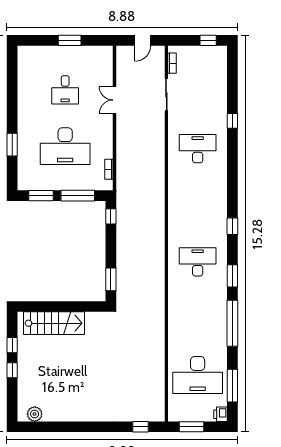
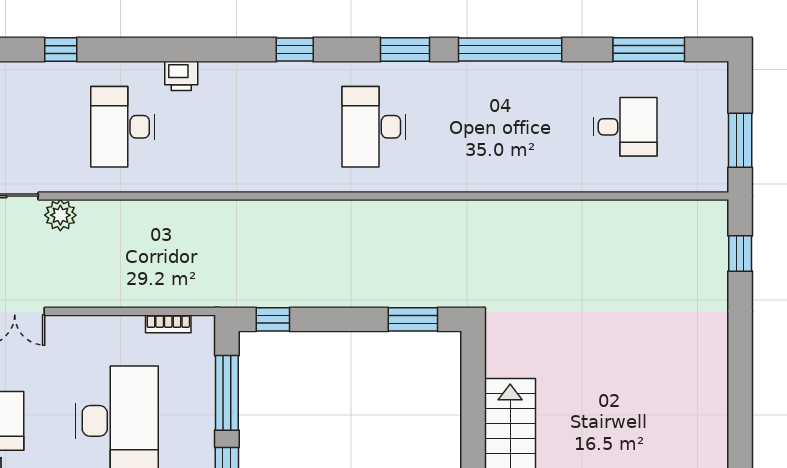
plant: (158, 121) -> (60, 215), added
desk: (198, 375) -> (625, 127), width x0.53, depth x0.77
printer: (221, 414) -> (181, 76), moved

